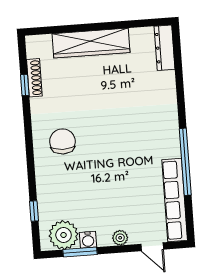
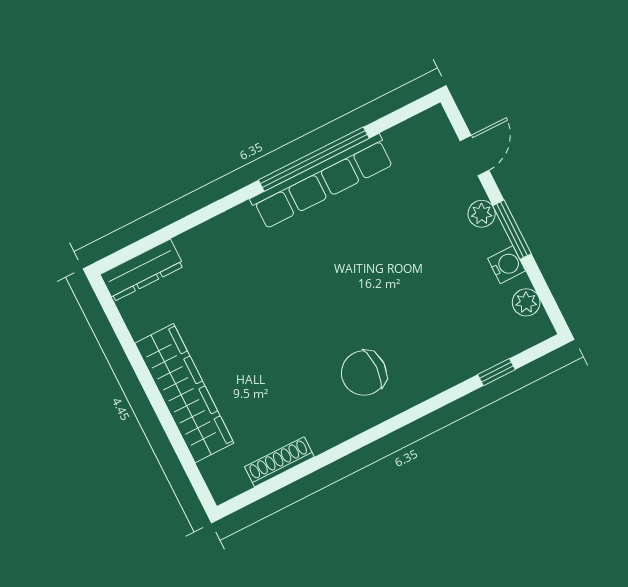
window: (25, 85) -> (298, 473), removed
row of seats: (175, 200) -> (322, 181), moved
plant: (64, 235) -> (526, 302), width x0.53, depth x0.53
window: (80, 252) -> (512, 230), moved

